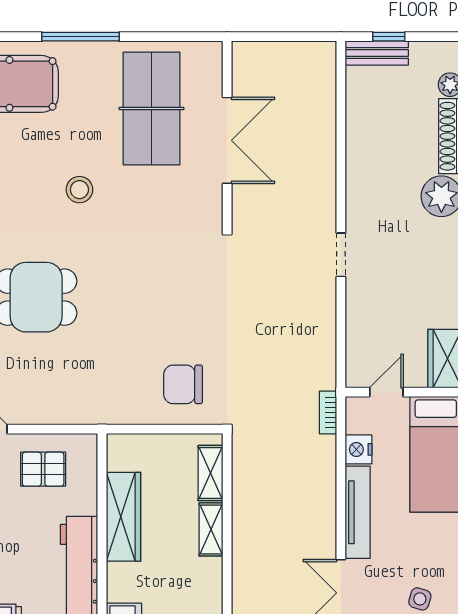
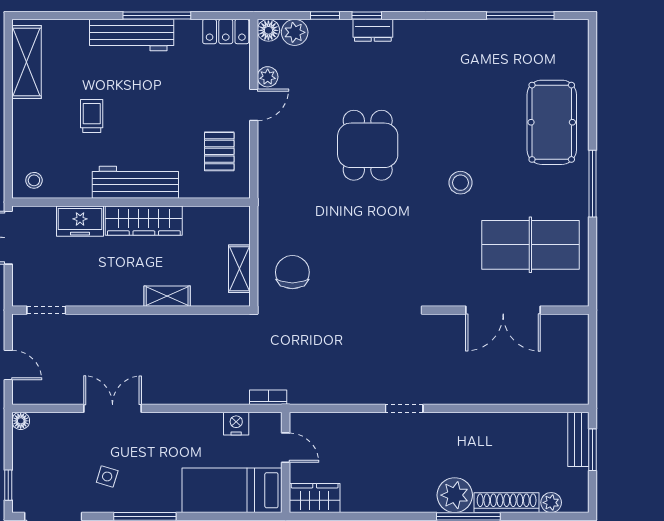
window: (389, 37) -> (592, 450), width x1.50
shelving: (210, 473) -> (239, 269), moved, turned 90
tv unit: (358, 512) -> (182, 423), removed
wardrobe: (123, 517) -> (144, 221), moved

